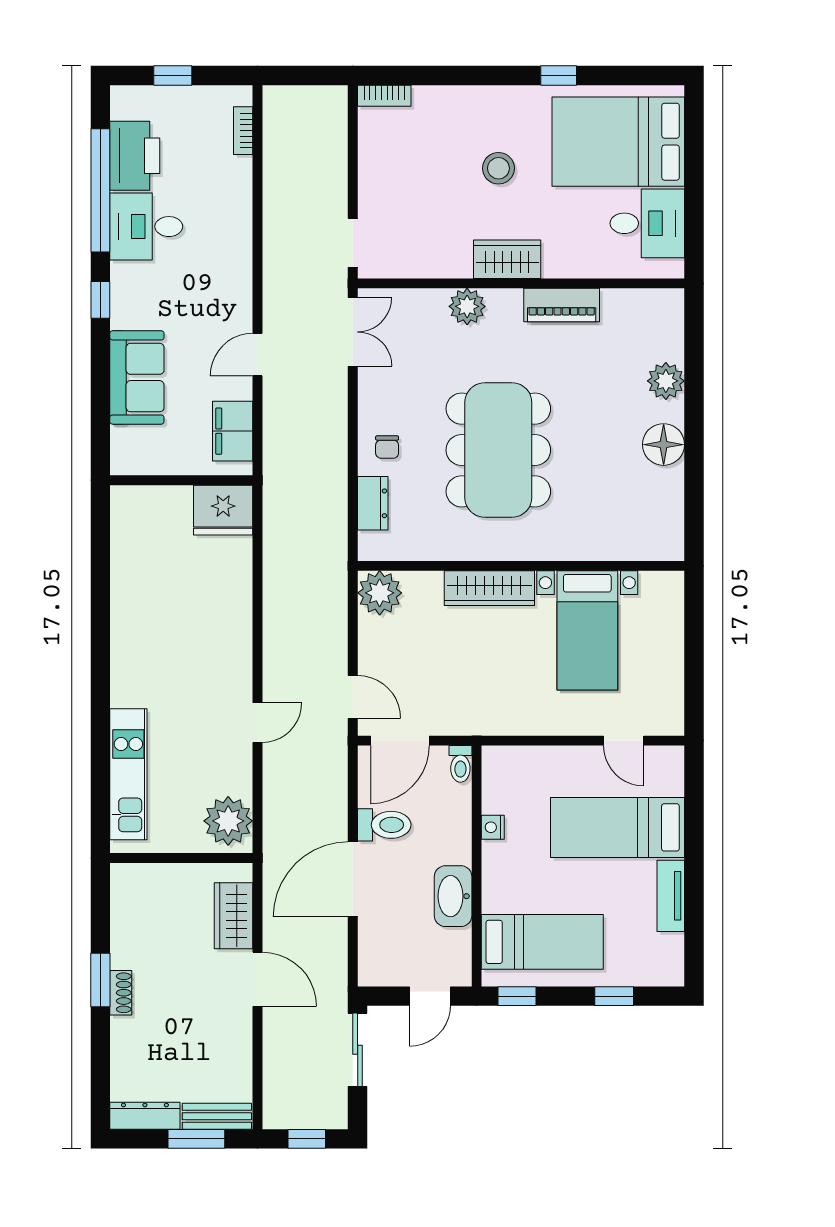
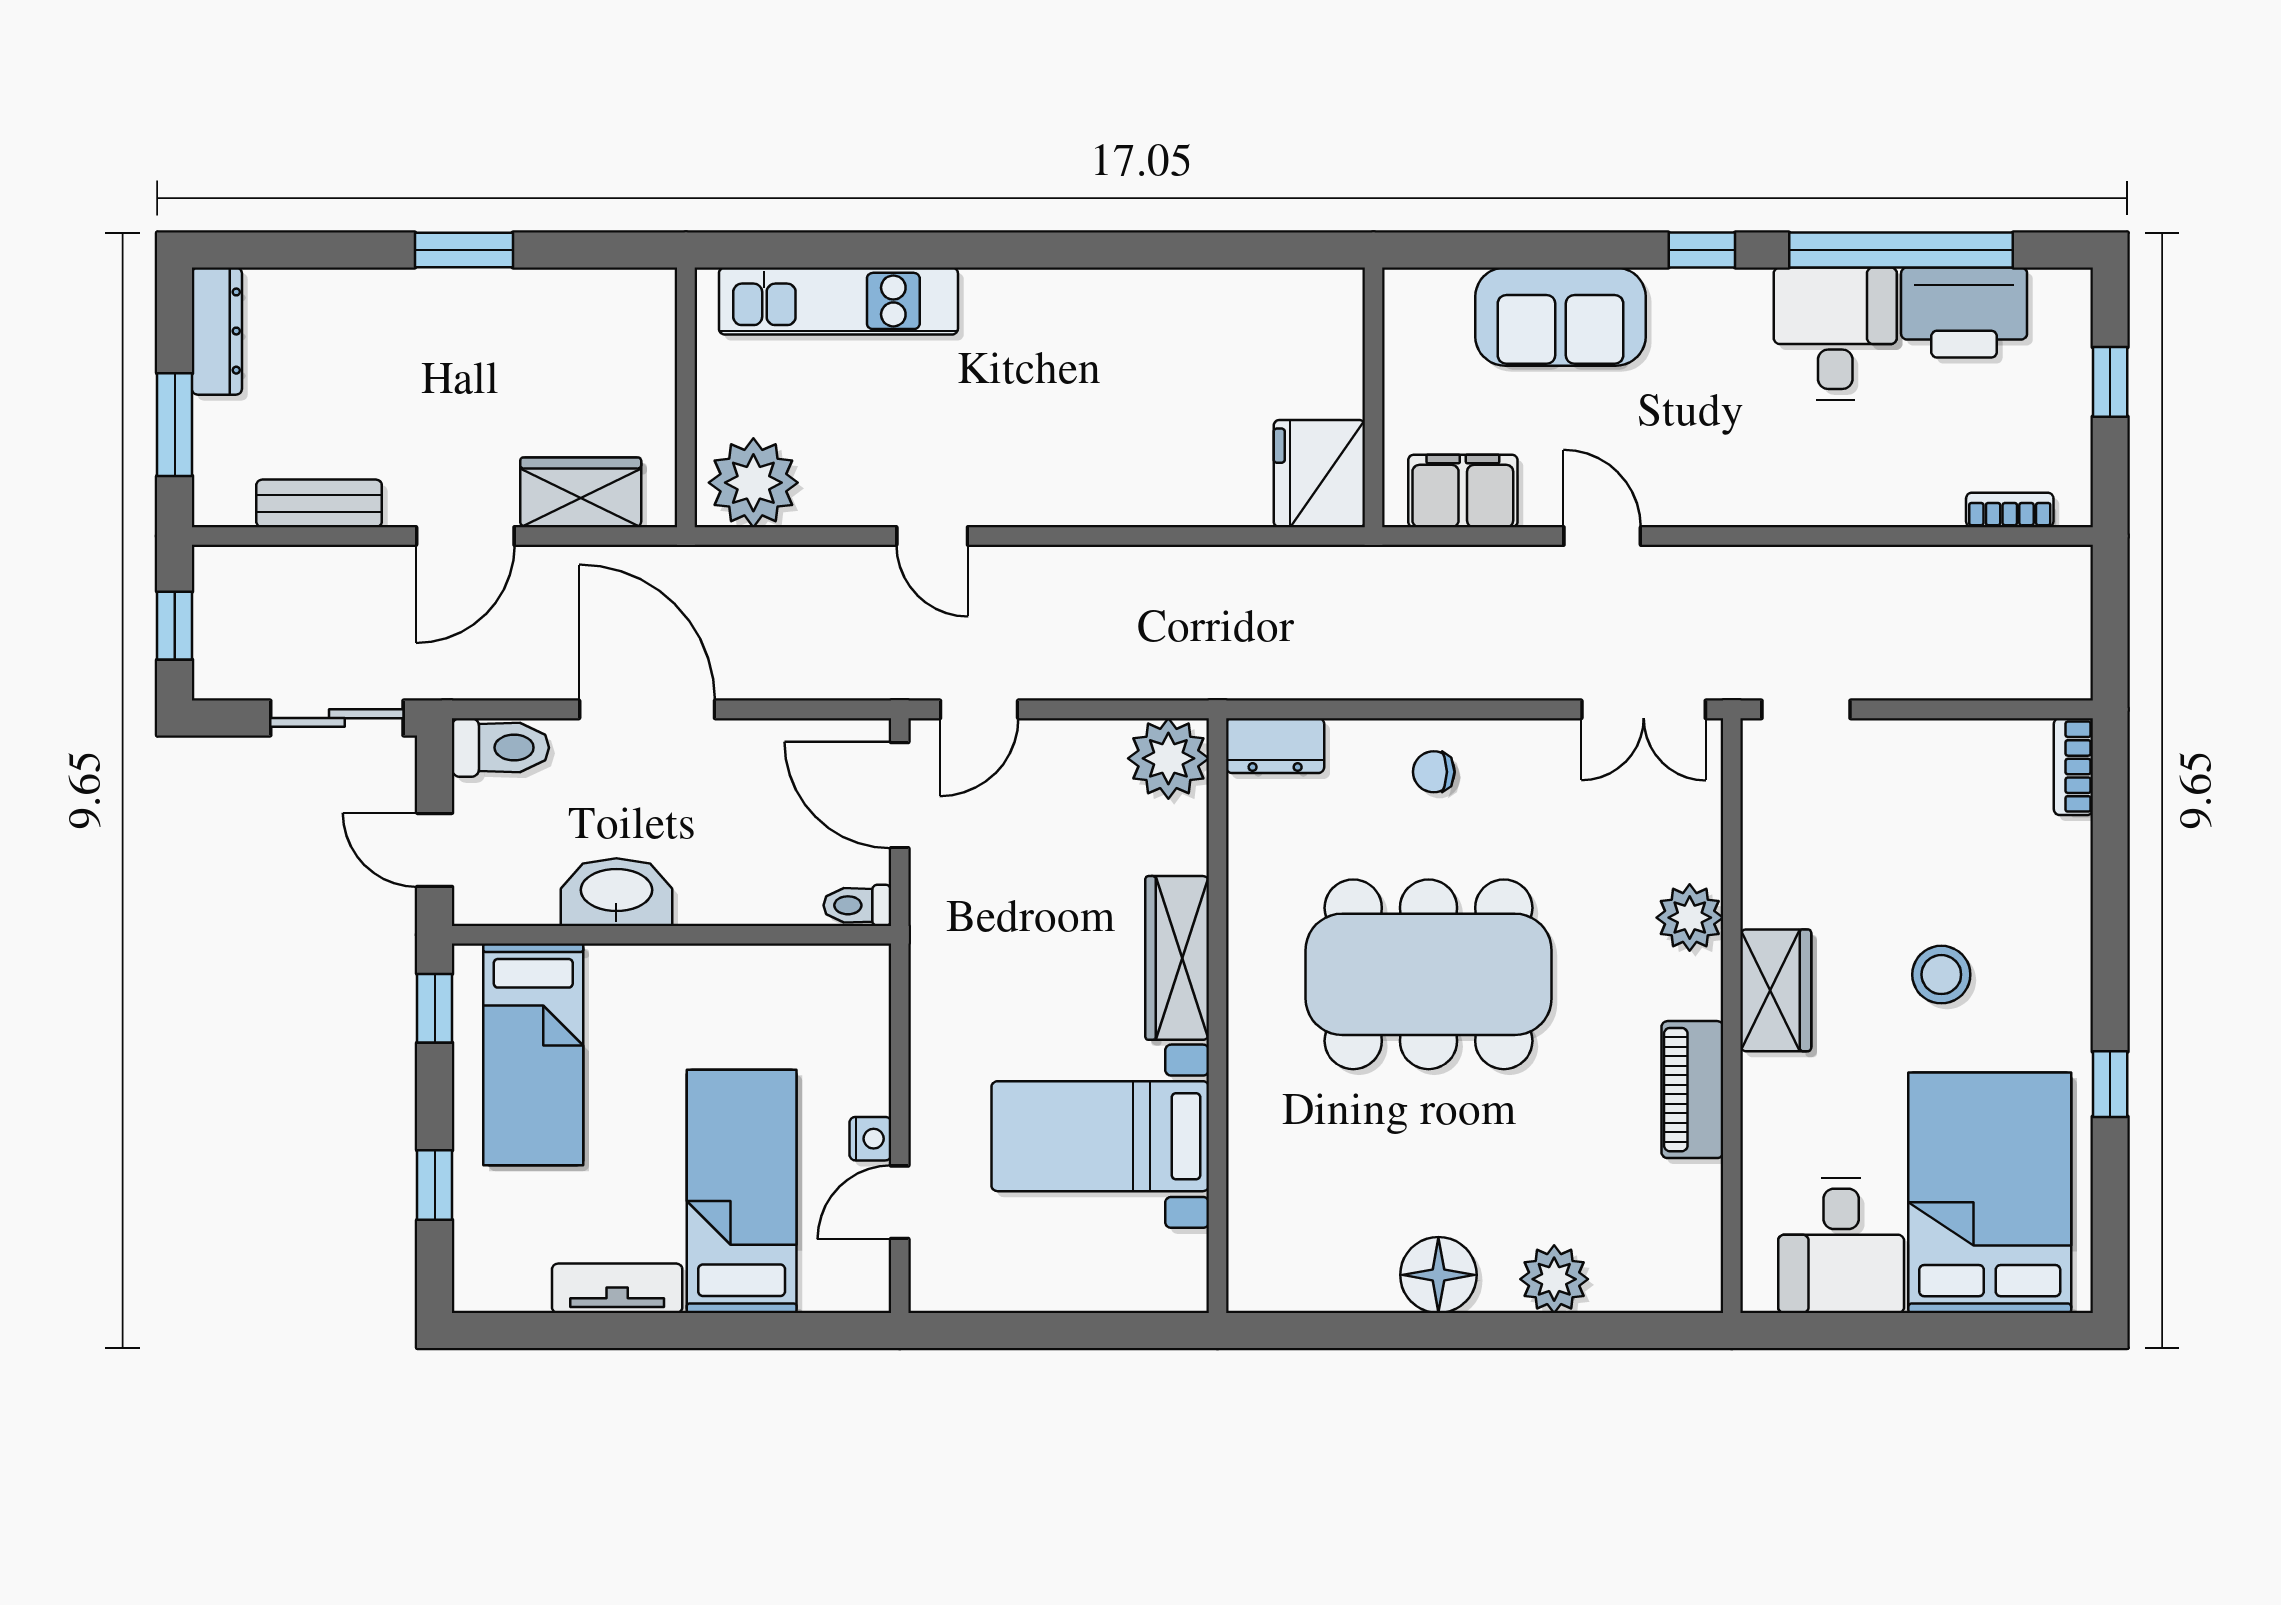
dresser: (373, 503) -> (1275, 746), moved
toilet: (384, 825) -> (500, 748), moved, turned -90
nightstand: (493, 827) -> (870, 1139), moved, turned 90
shoe rack: (121, 993) -> (441, 287), removed
bench: (217, 1116) -> (319, 503), moved, turned 90

